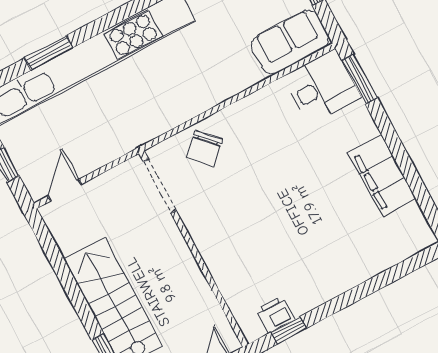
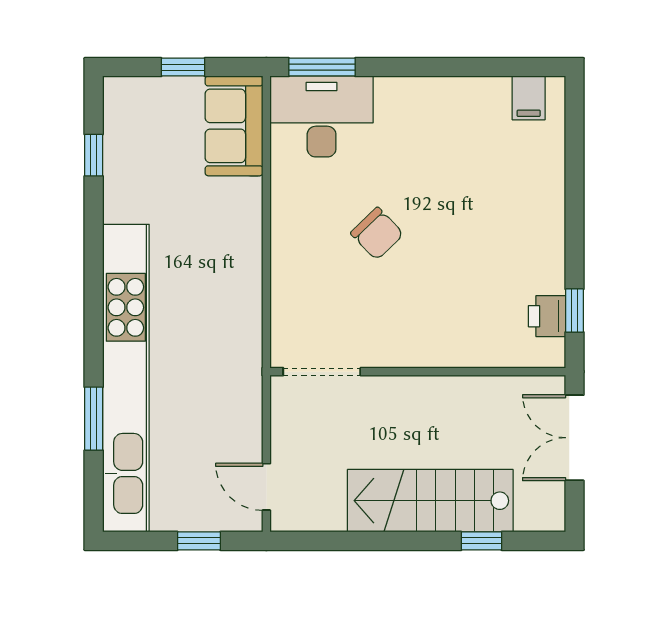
desk: (322, 87) -> (322, 116), width x1.37
chair: (205, 149) -> (377, 234), moved
filing cabinet: (382, 176) -> (529, 98), moved, width x0.33, depth x0.86

